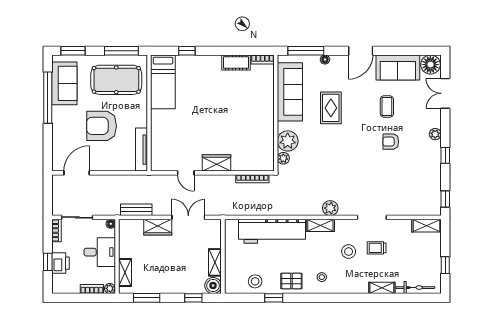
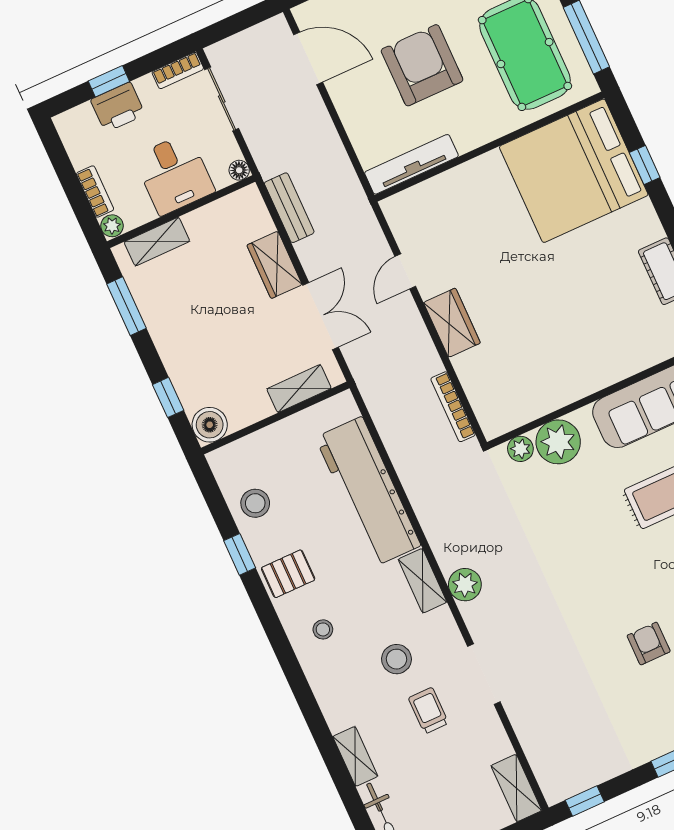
bed: (163, 82) -> (574, 171), width x2.04
shelving: (215, 262) -> (299, 389), moved
pallet: (291, 281) -> (288, 574), turned 90

